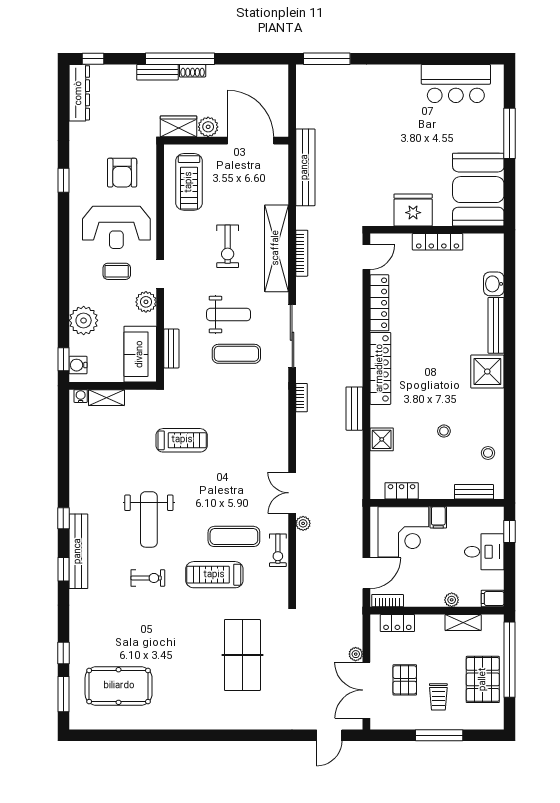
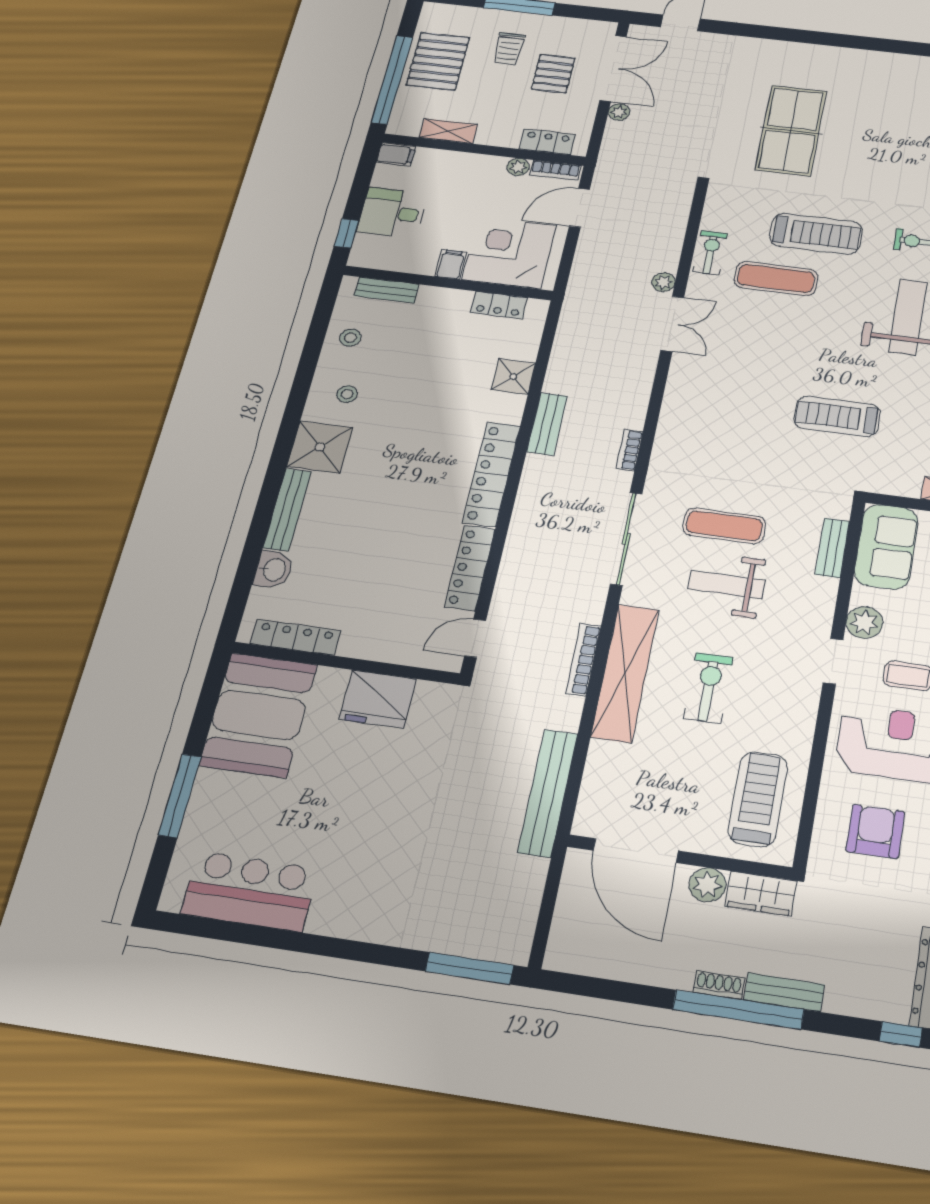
locker: (438, 242) -> (295, 637), moved
stool: (444, 431) -> (347, 394), moved
plant: (452, 600) -> (518, 167), moved
trolley: (438, 697) -> (509, 49), turned 180

